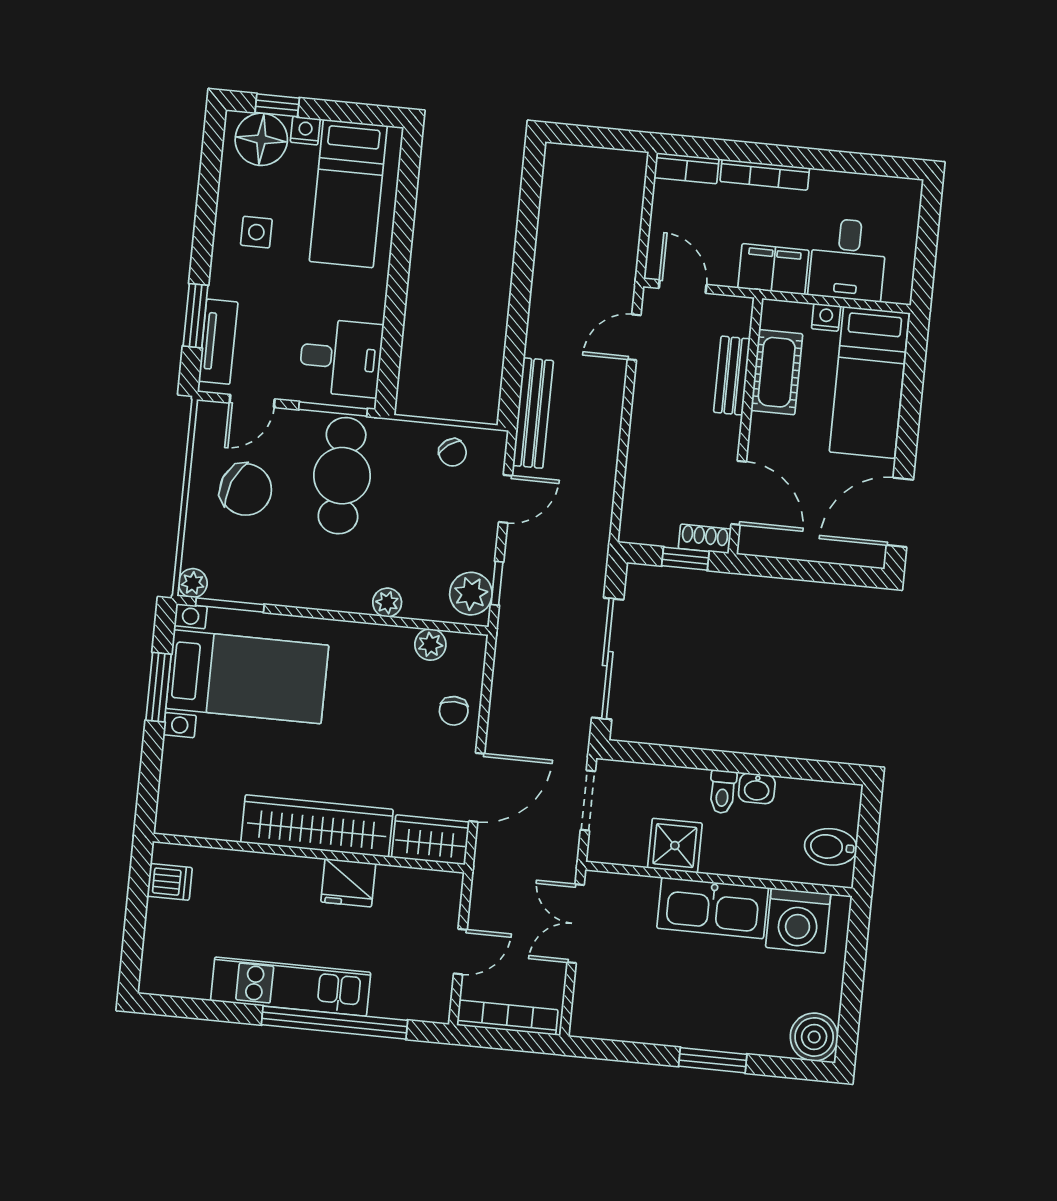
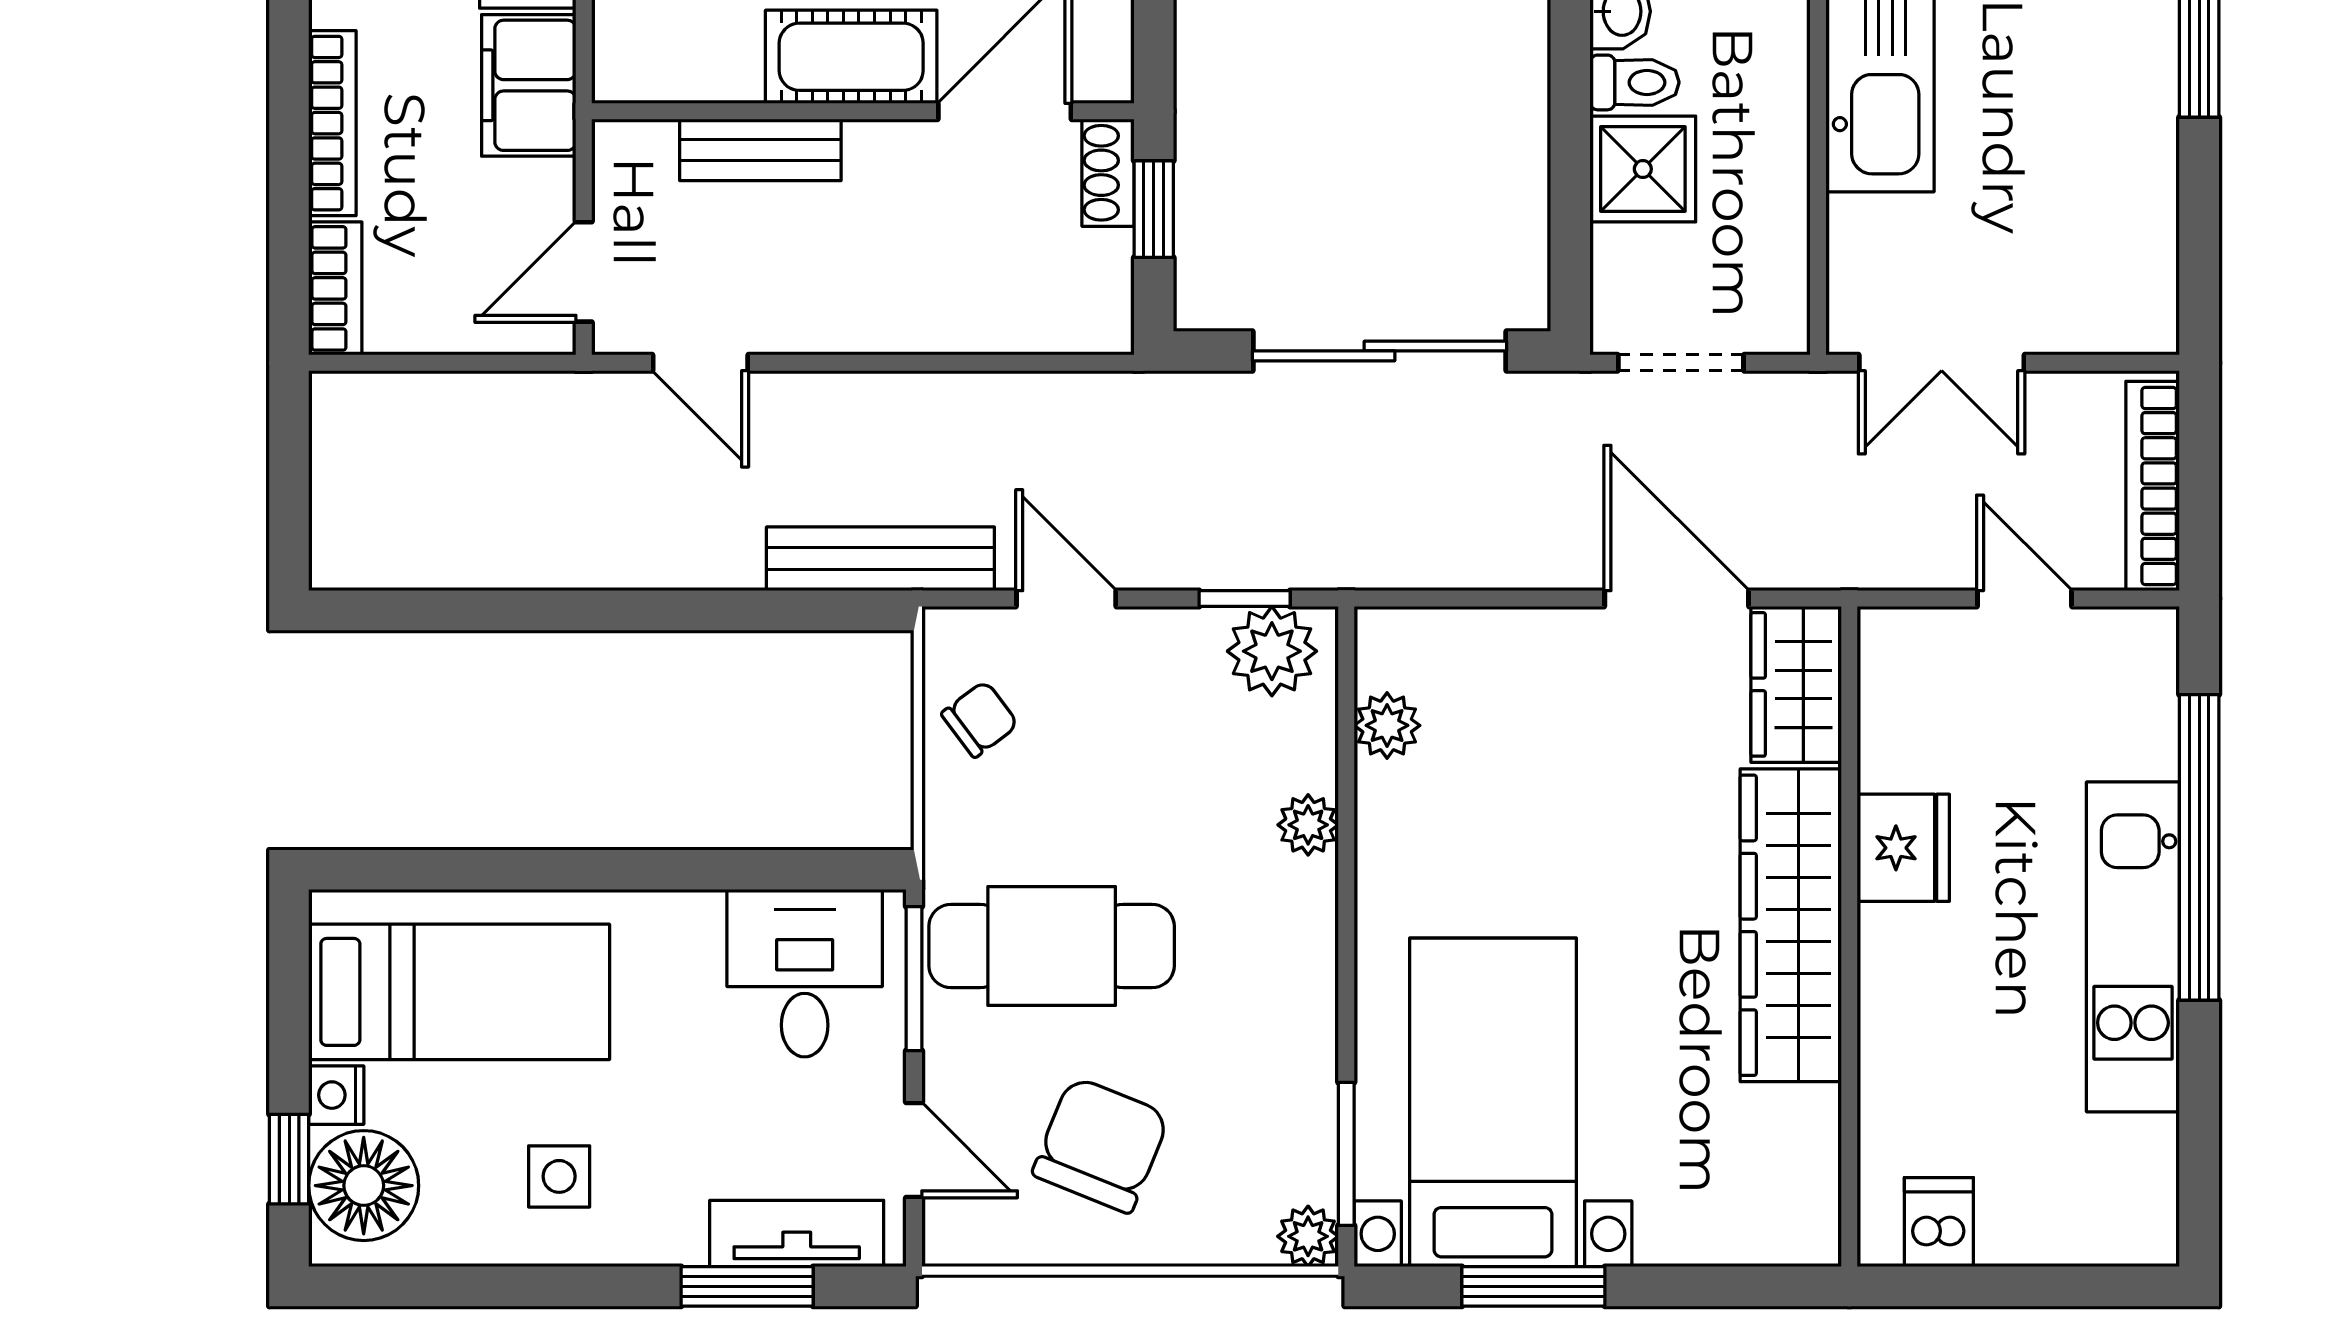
cot: (777, 372) -> (851, 57), moved
chair: (454, 711) -> (1521, 663), removed
shower: (675, 846) -> (1643, 169), moved

